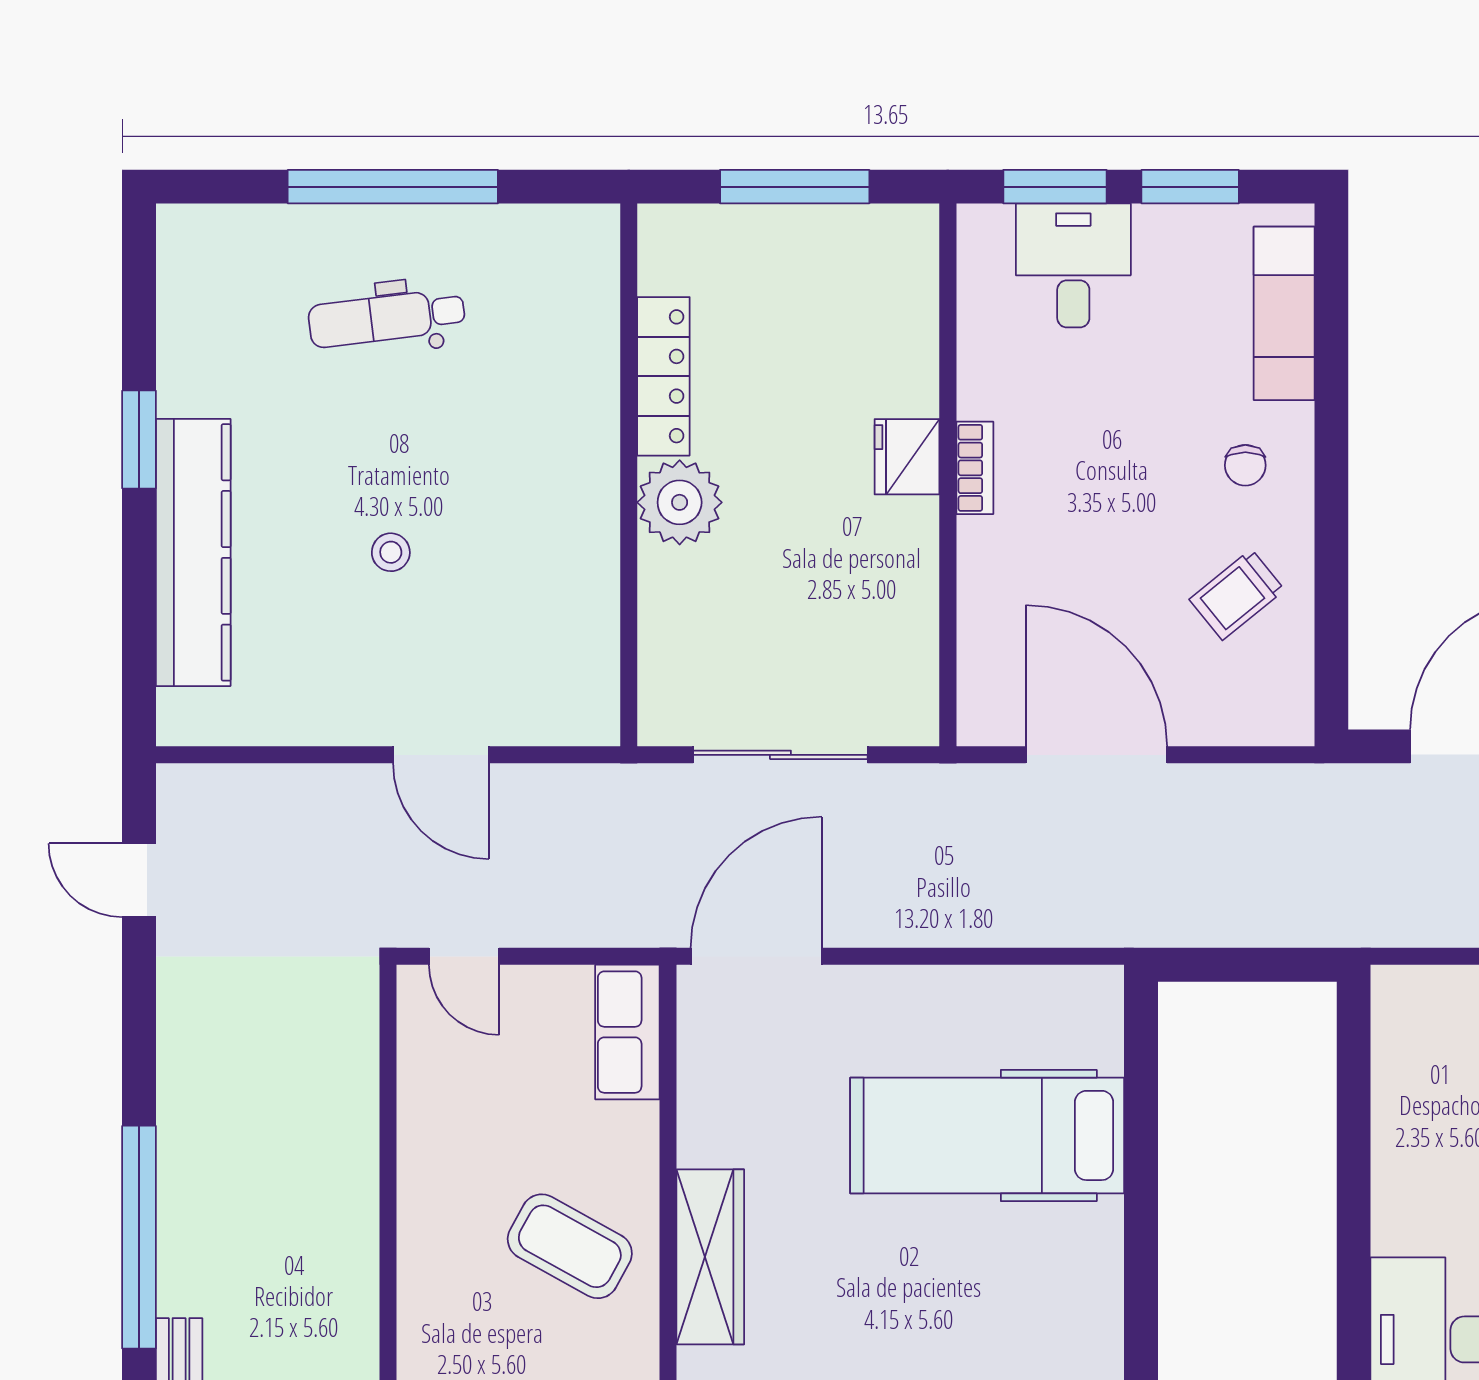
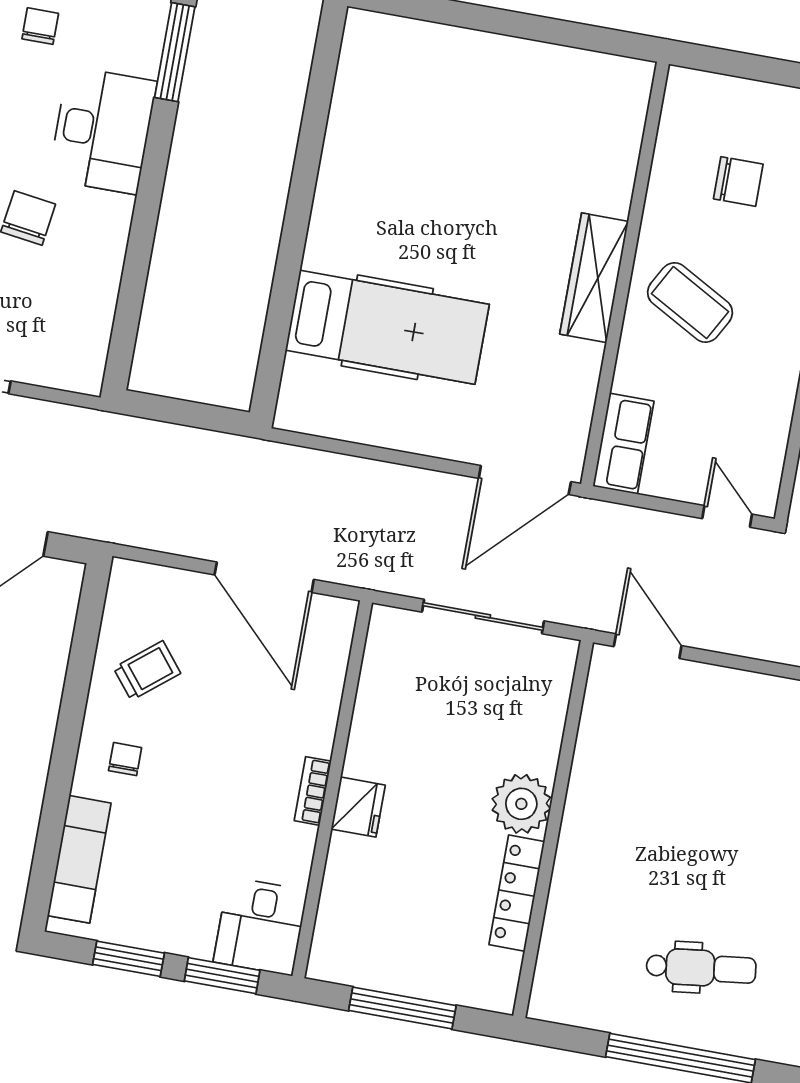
desk: (1073, 265) -> (260, 926), moved
stool: (391, 552) -> (727, 805), removed
door: (441, 755) -> (648, 646), moved

